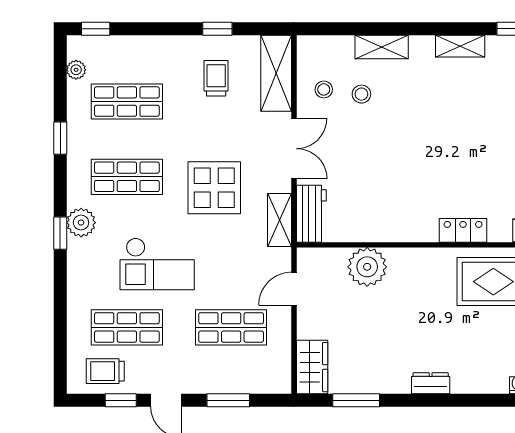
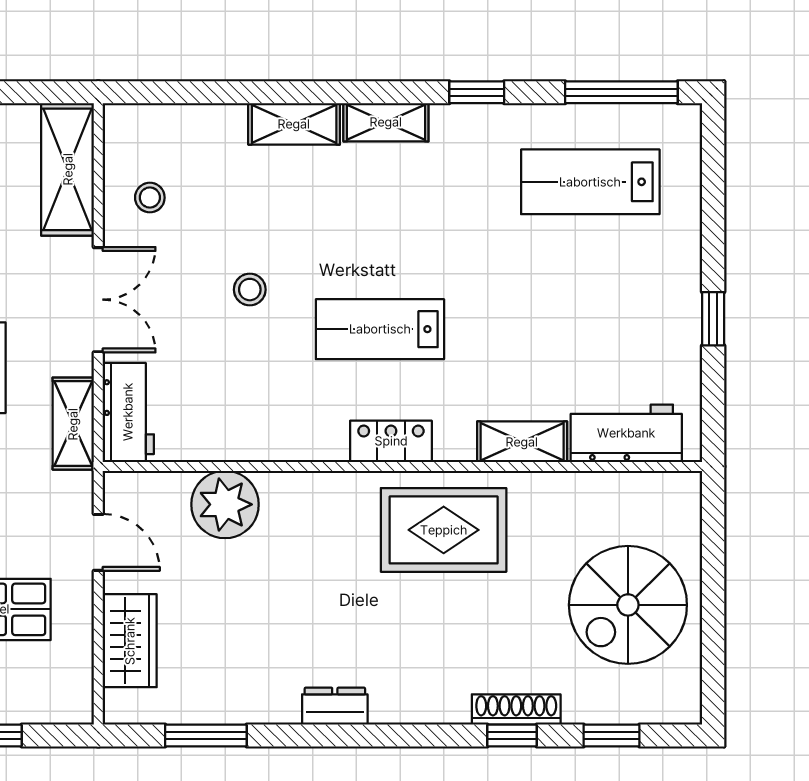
shelving: (382, 47) -> (294, 124), moved
stool: (361, 94) -> (250, 290), moved
lab bench: (457, 166) -> (380, 329), added
door: (294, 289) -> (98, 542), swing flipped
wardrobe: (312, 367) -> (130, 641), moved

